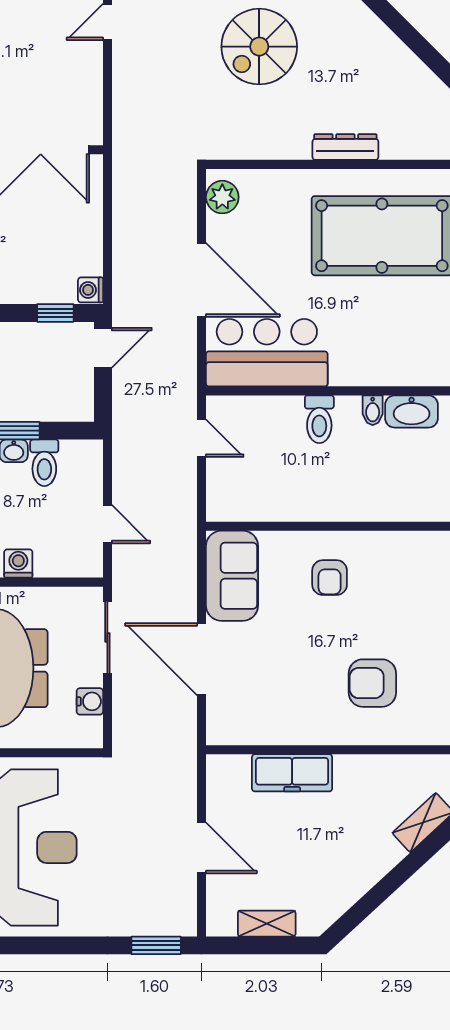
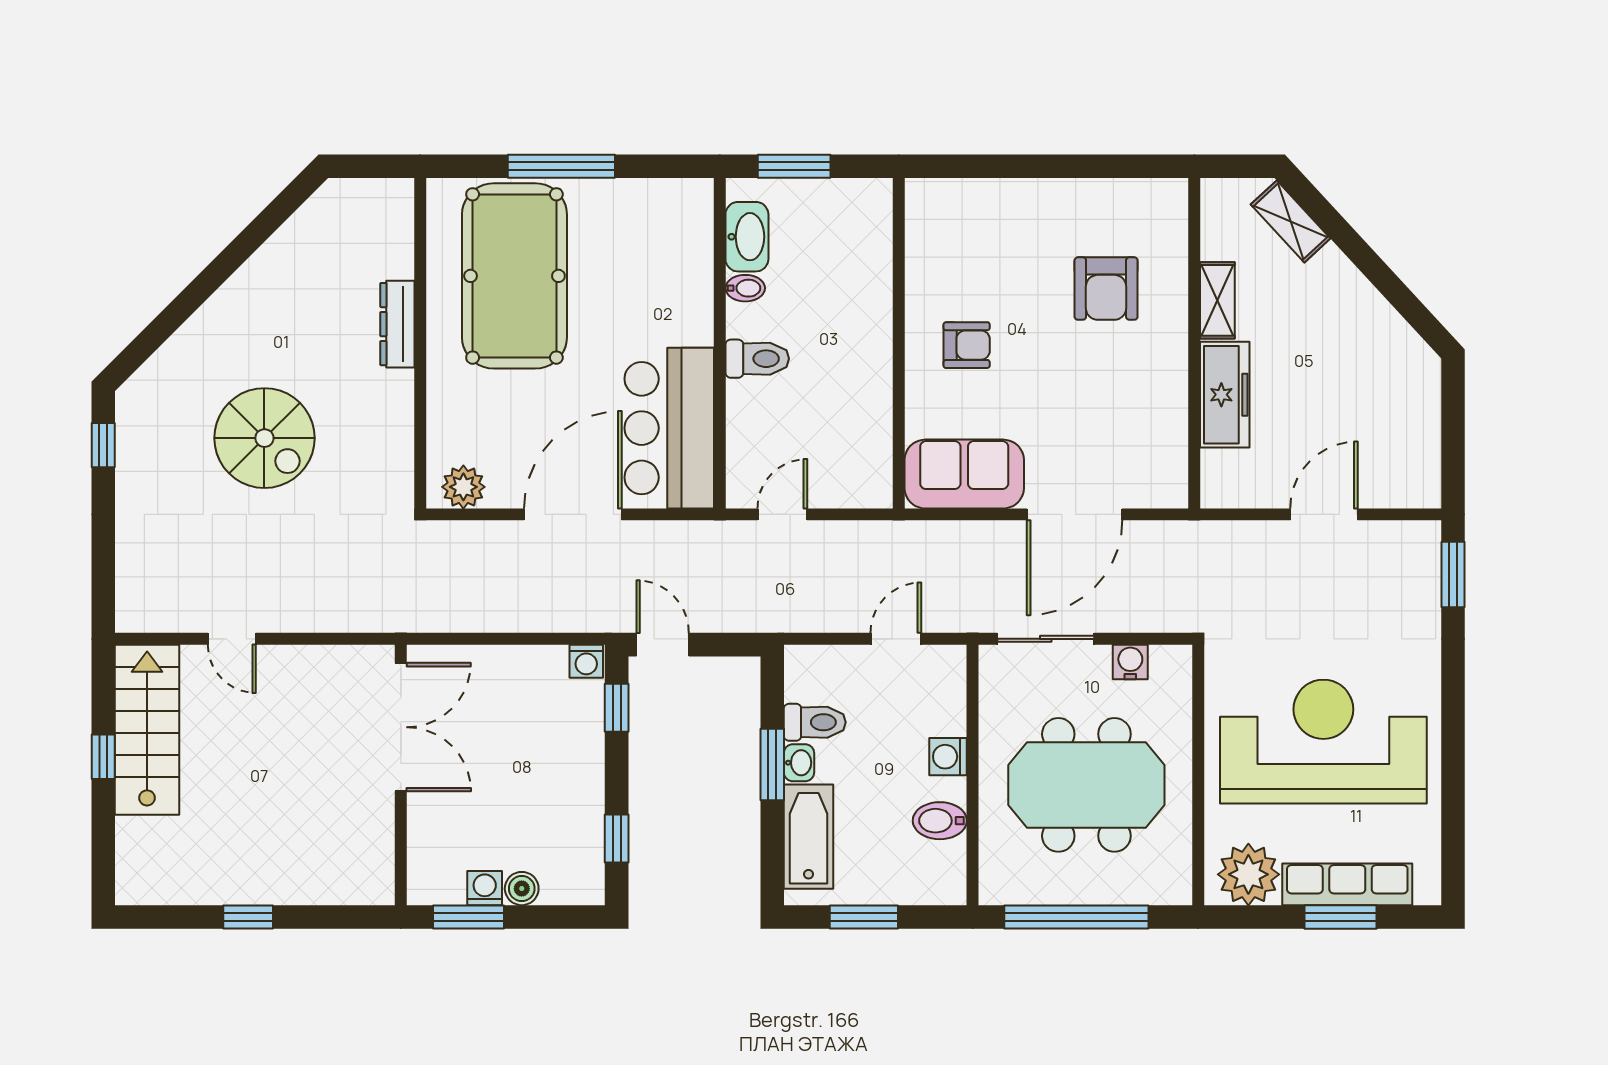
shelving: (267, 924) -> (1217, 300), moved

